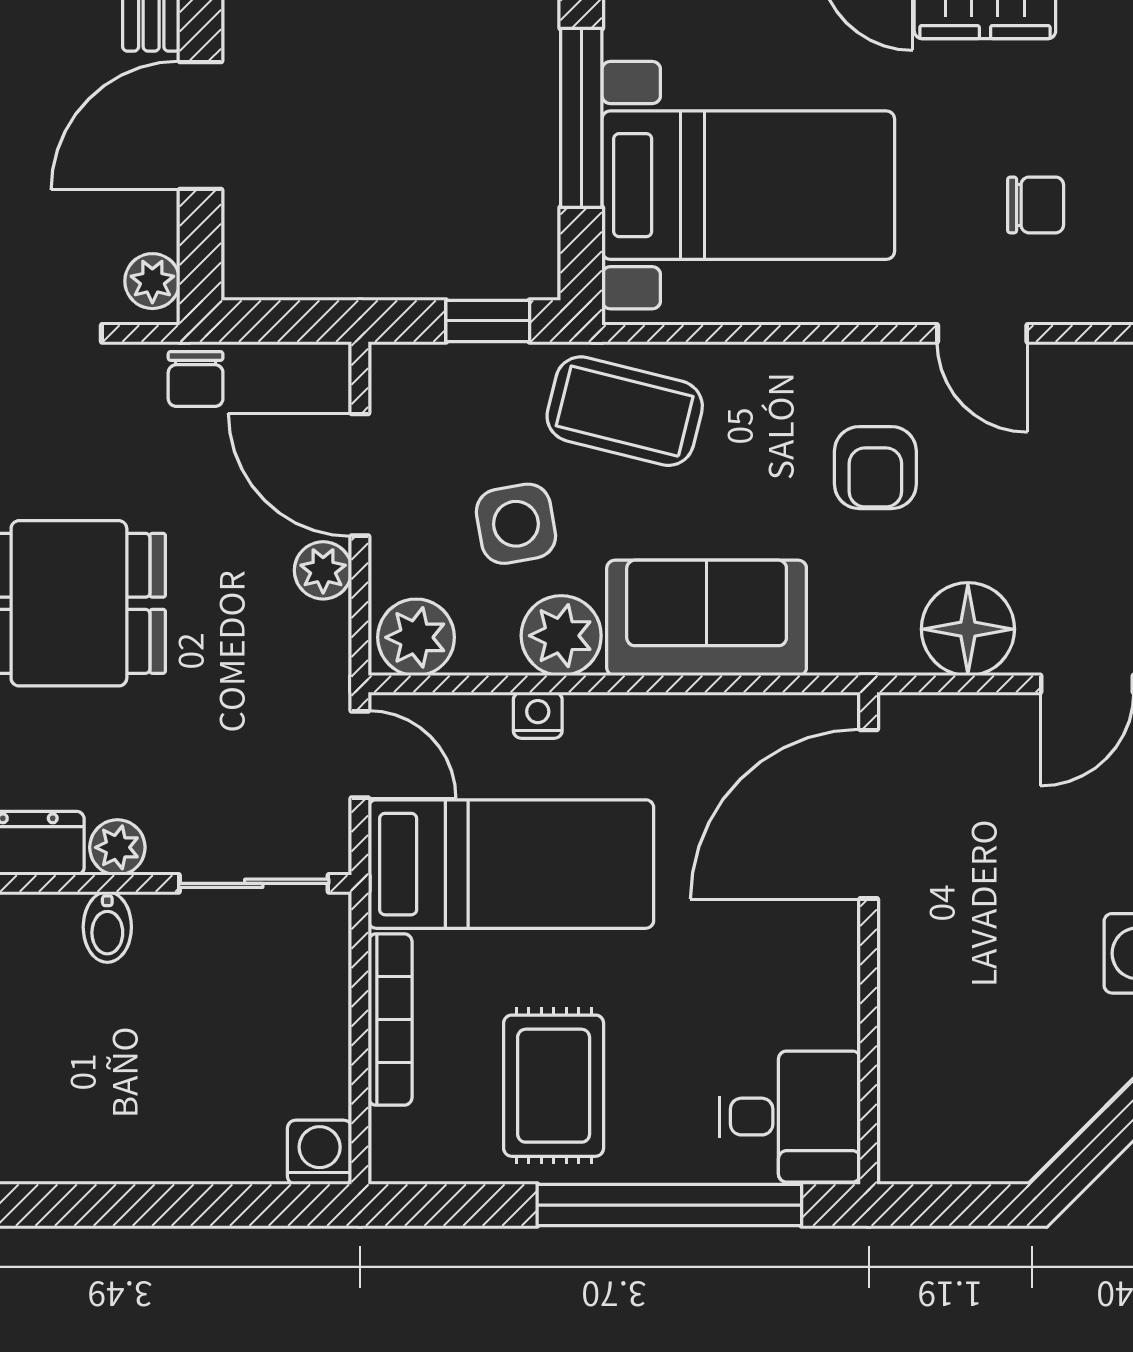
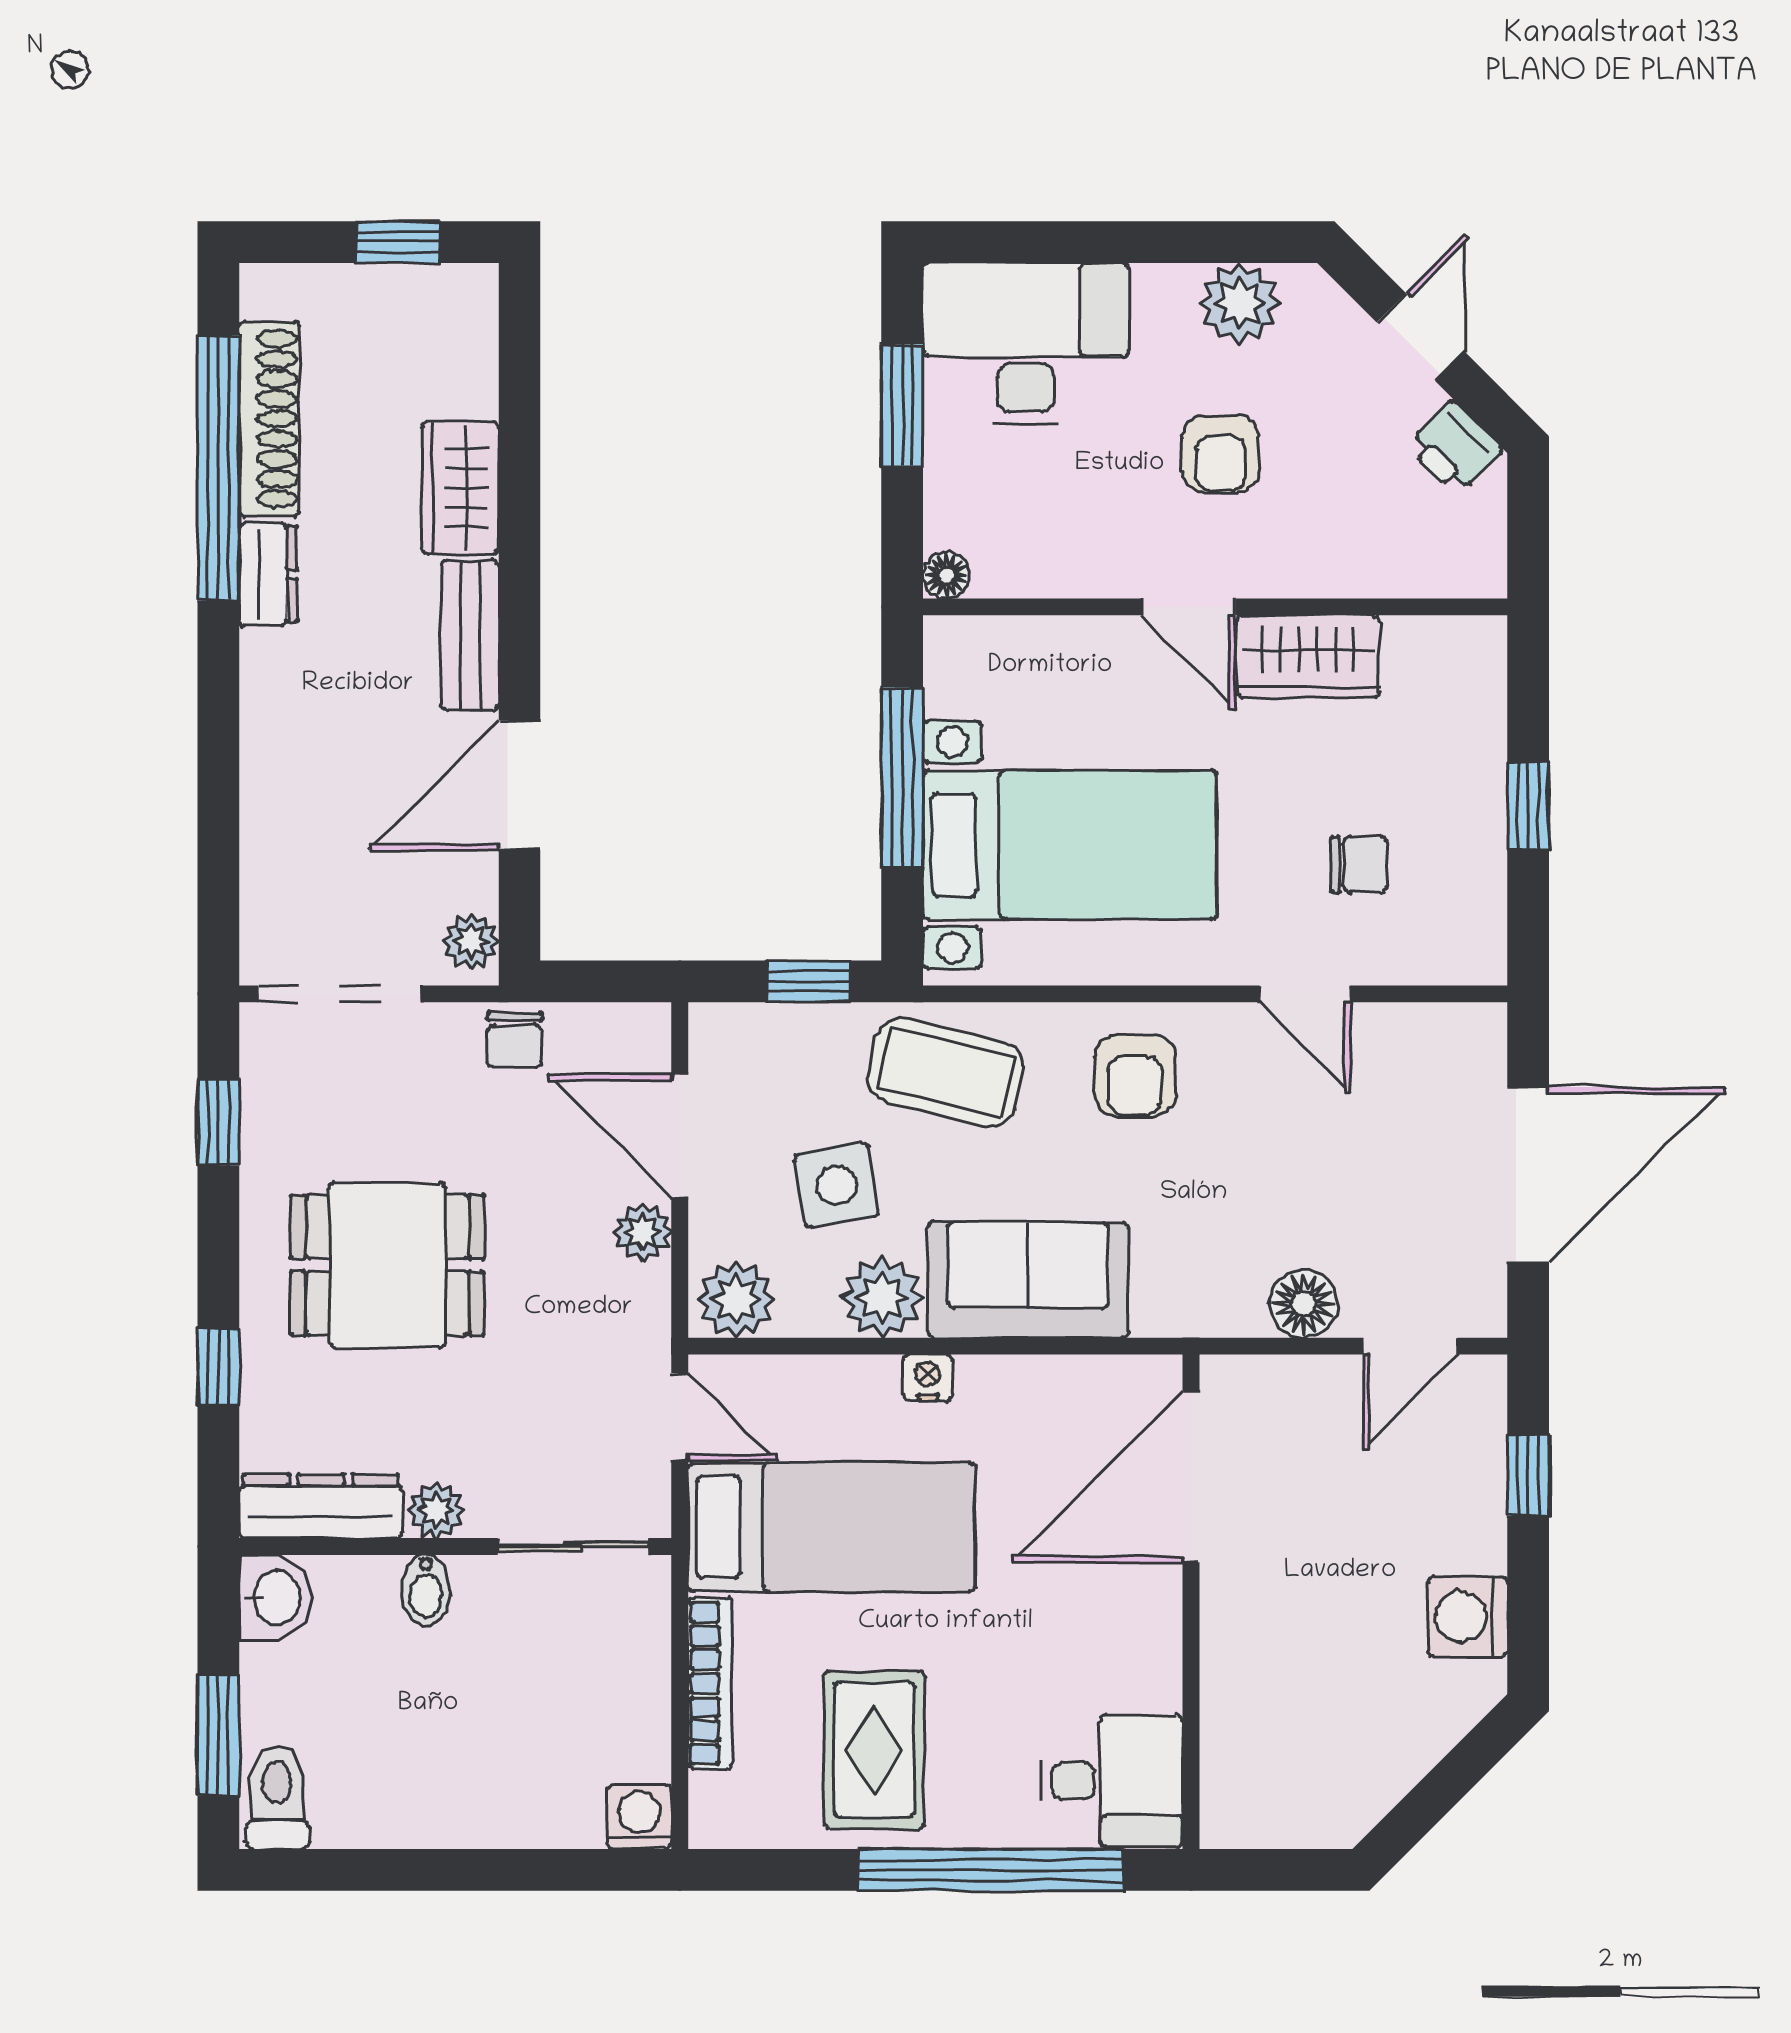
armchair: (875, 468) -> (1135, 1075), moved
floor lamp: (968, 629) -> (1304, 1304), width x0.73, depth x0.73
nightstand: (538, 715) -> (928, 1378), moved

